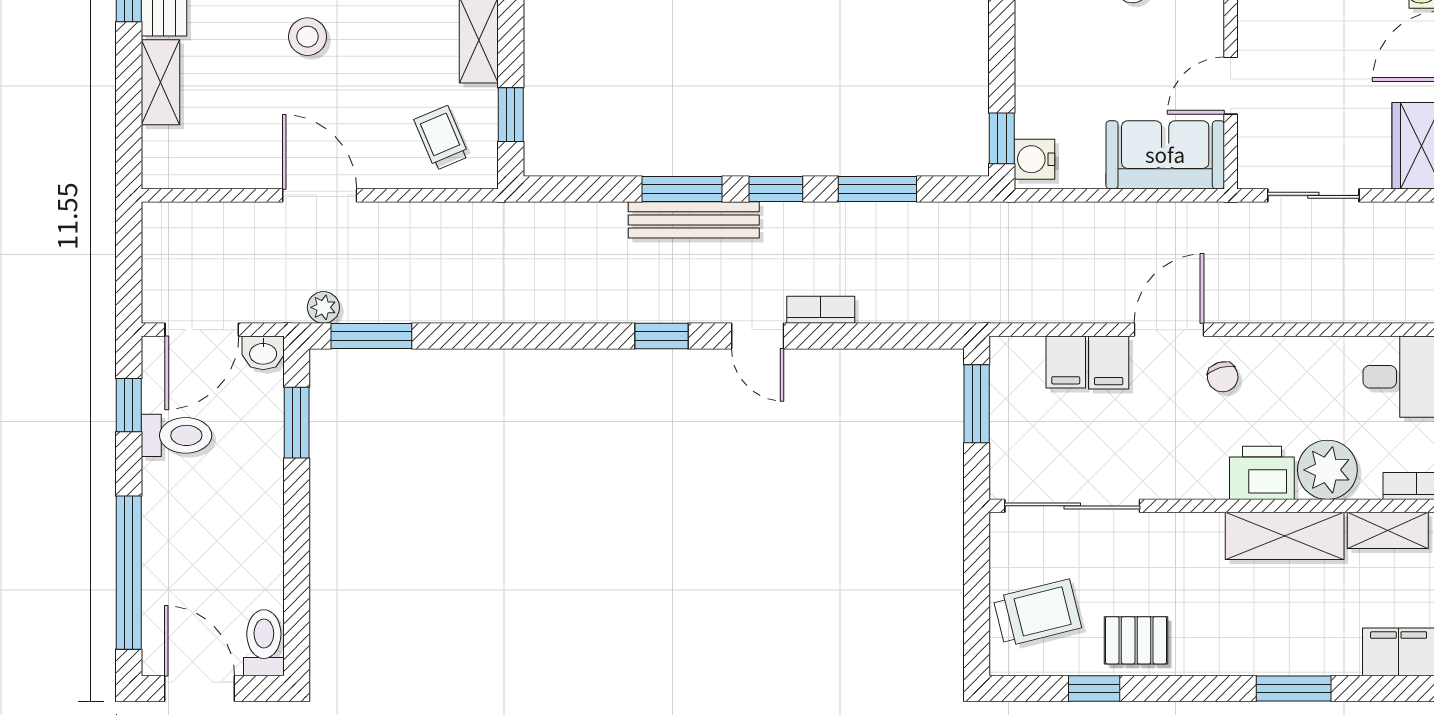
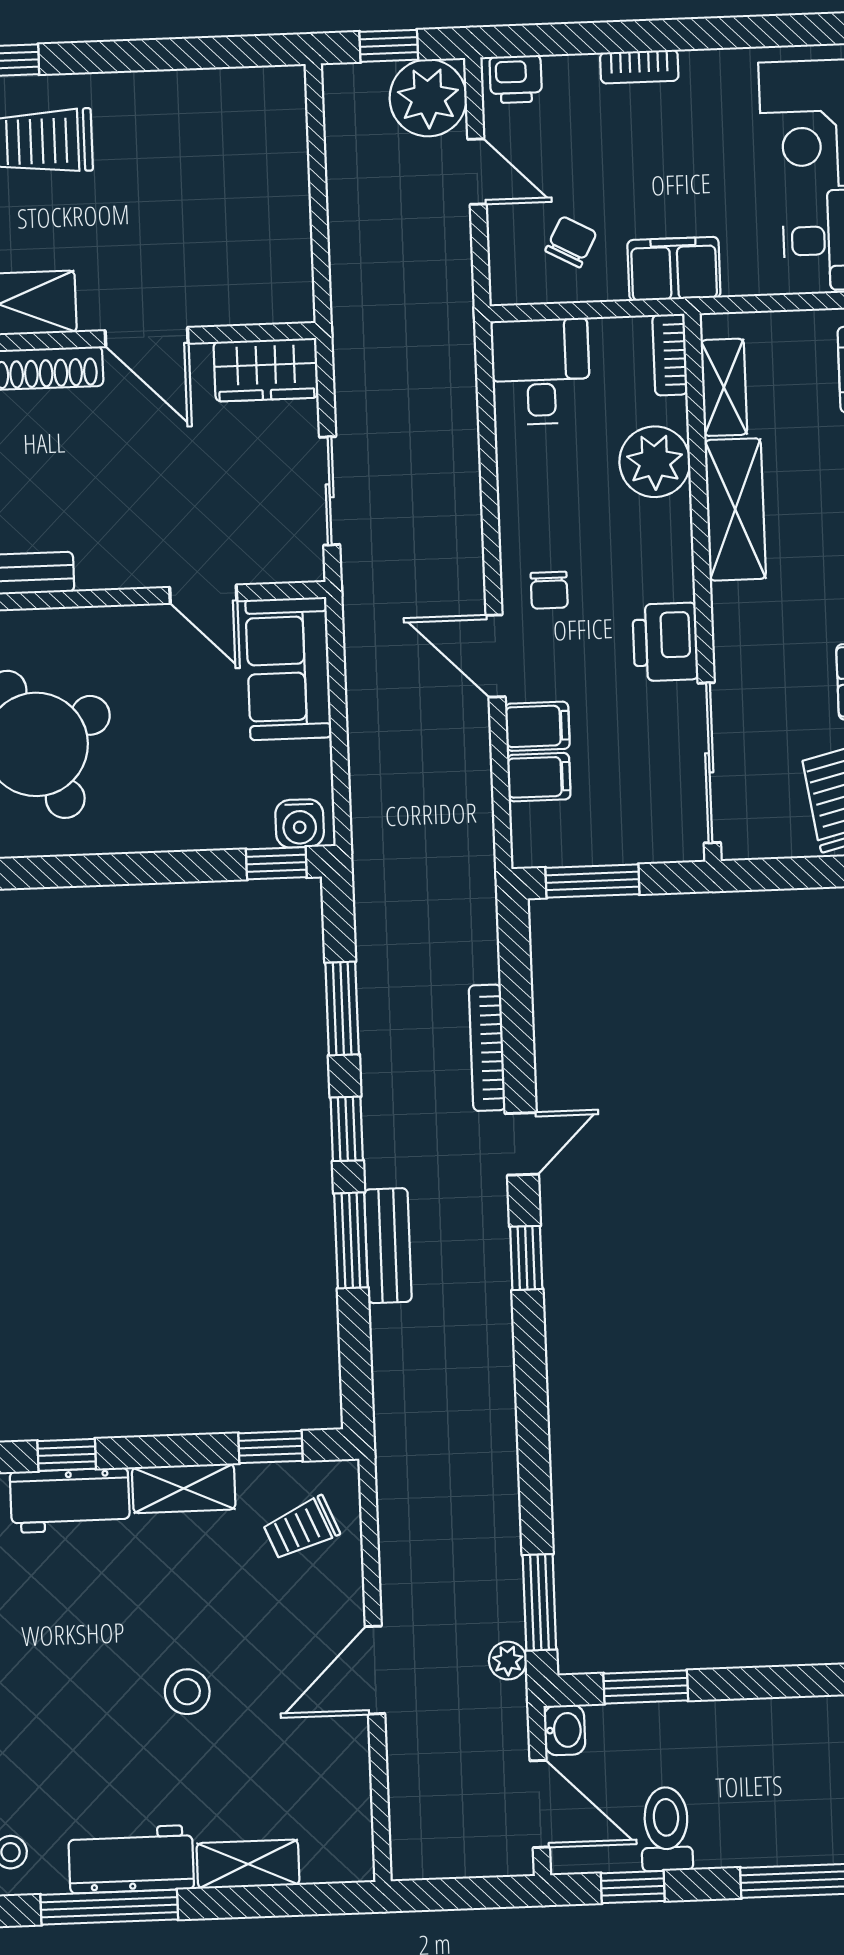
bench: (694, 220) -> (388, 1246), width x0.73
bookcase: (821, 310) -> (487, 1048), width x1.56
chair: (1223, 377) -> (549, 590), turned 106
printer: (1262, 473) -> (665, 642), moved

